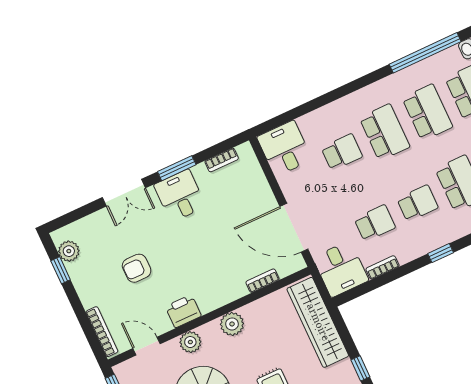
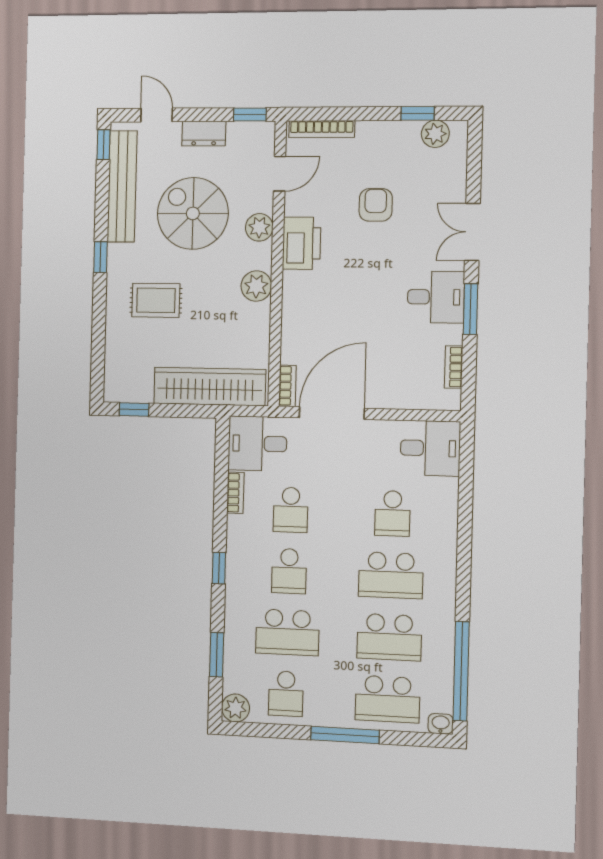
bookcase: (263, 281) -> (287, 386), moved
printer: (183, 311) -> (302, 243), width x1.37, depth x1.19

